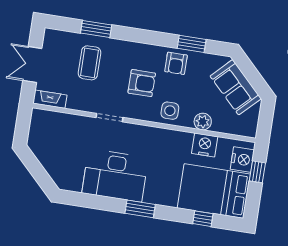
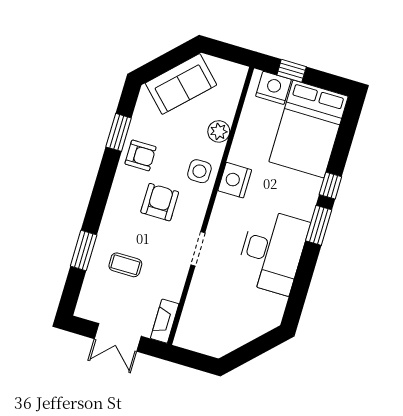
coffee table: (89, 63) -> (125, 265), width x0.73, depth x0.77
nightstand: (205, 145) -> (235, 180), moved
window: (203, 219) -> (330, 186), moved

